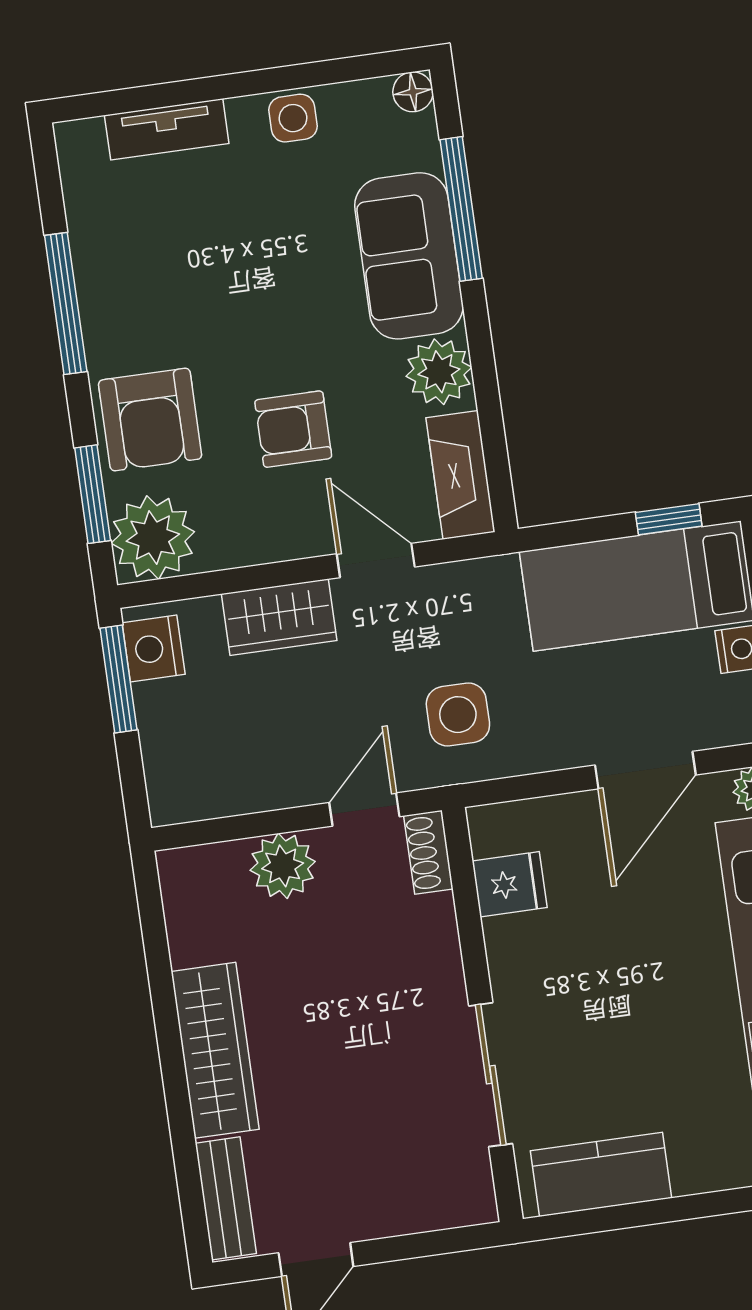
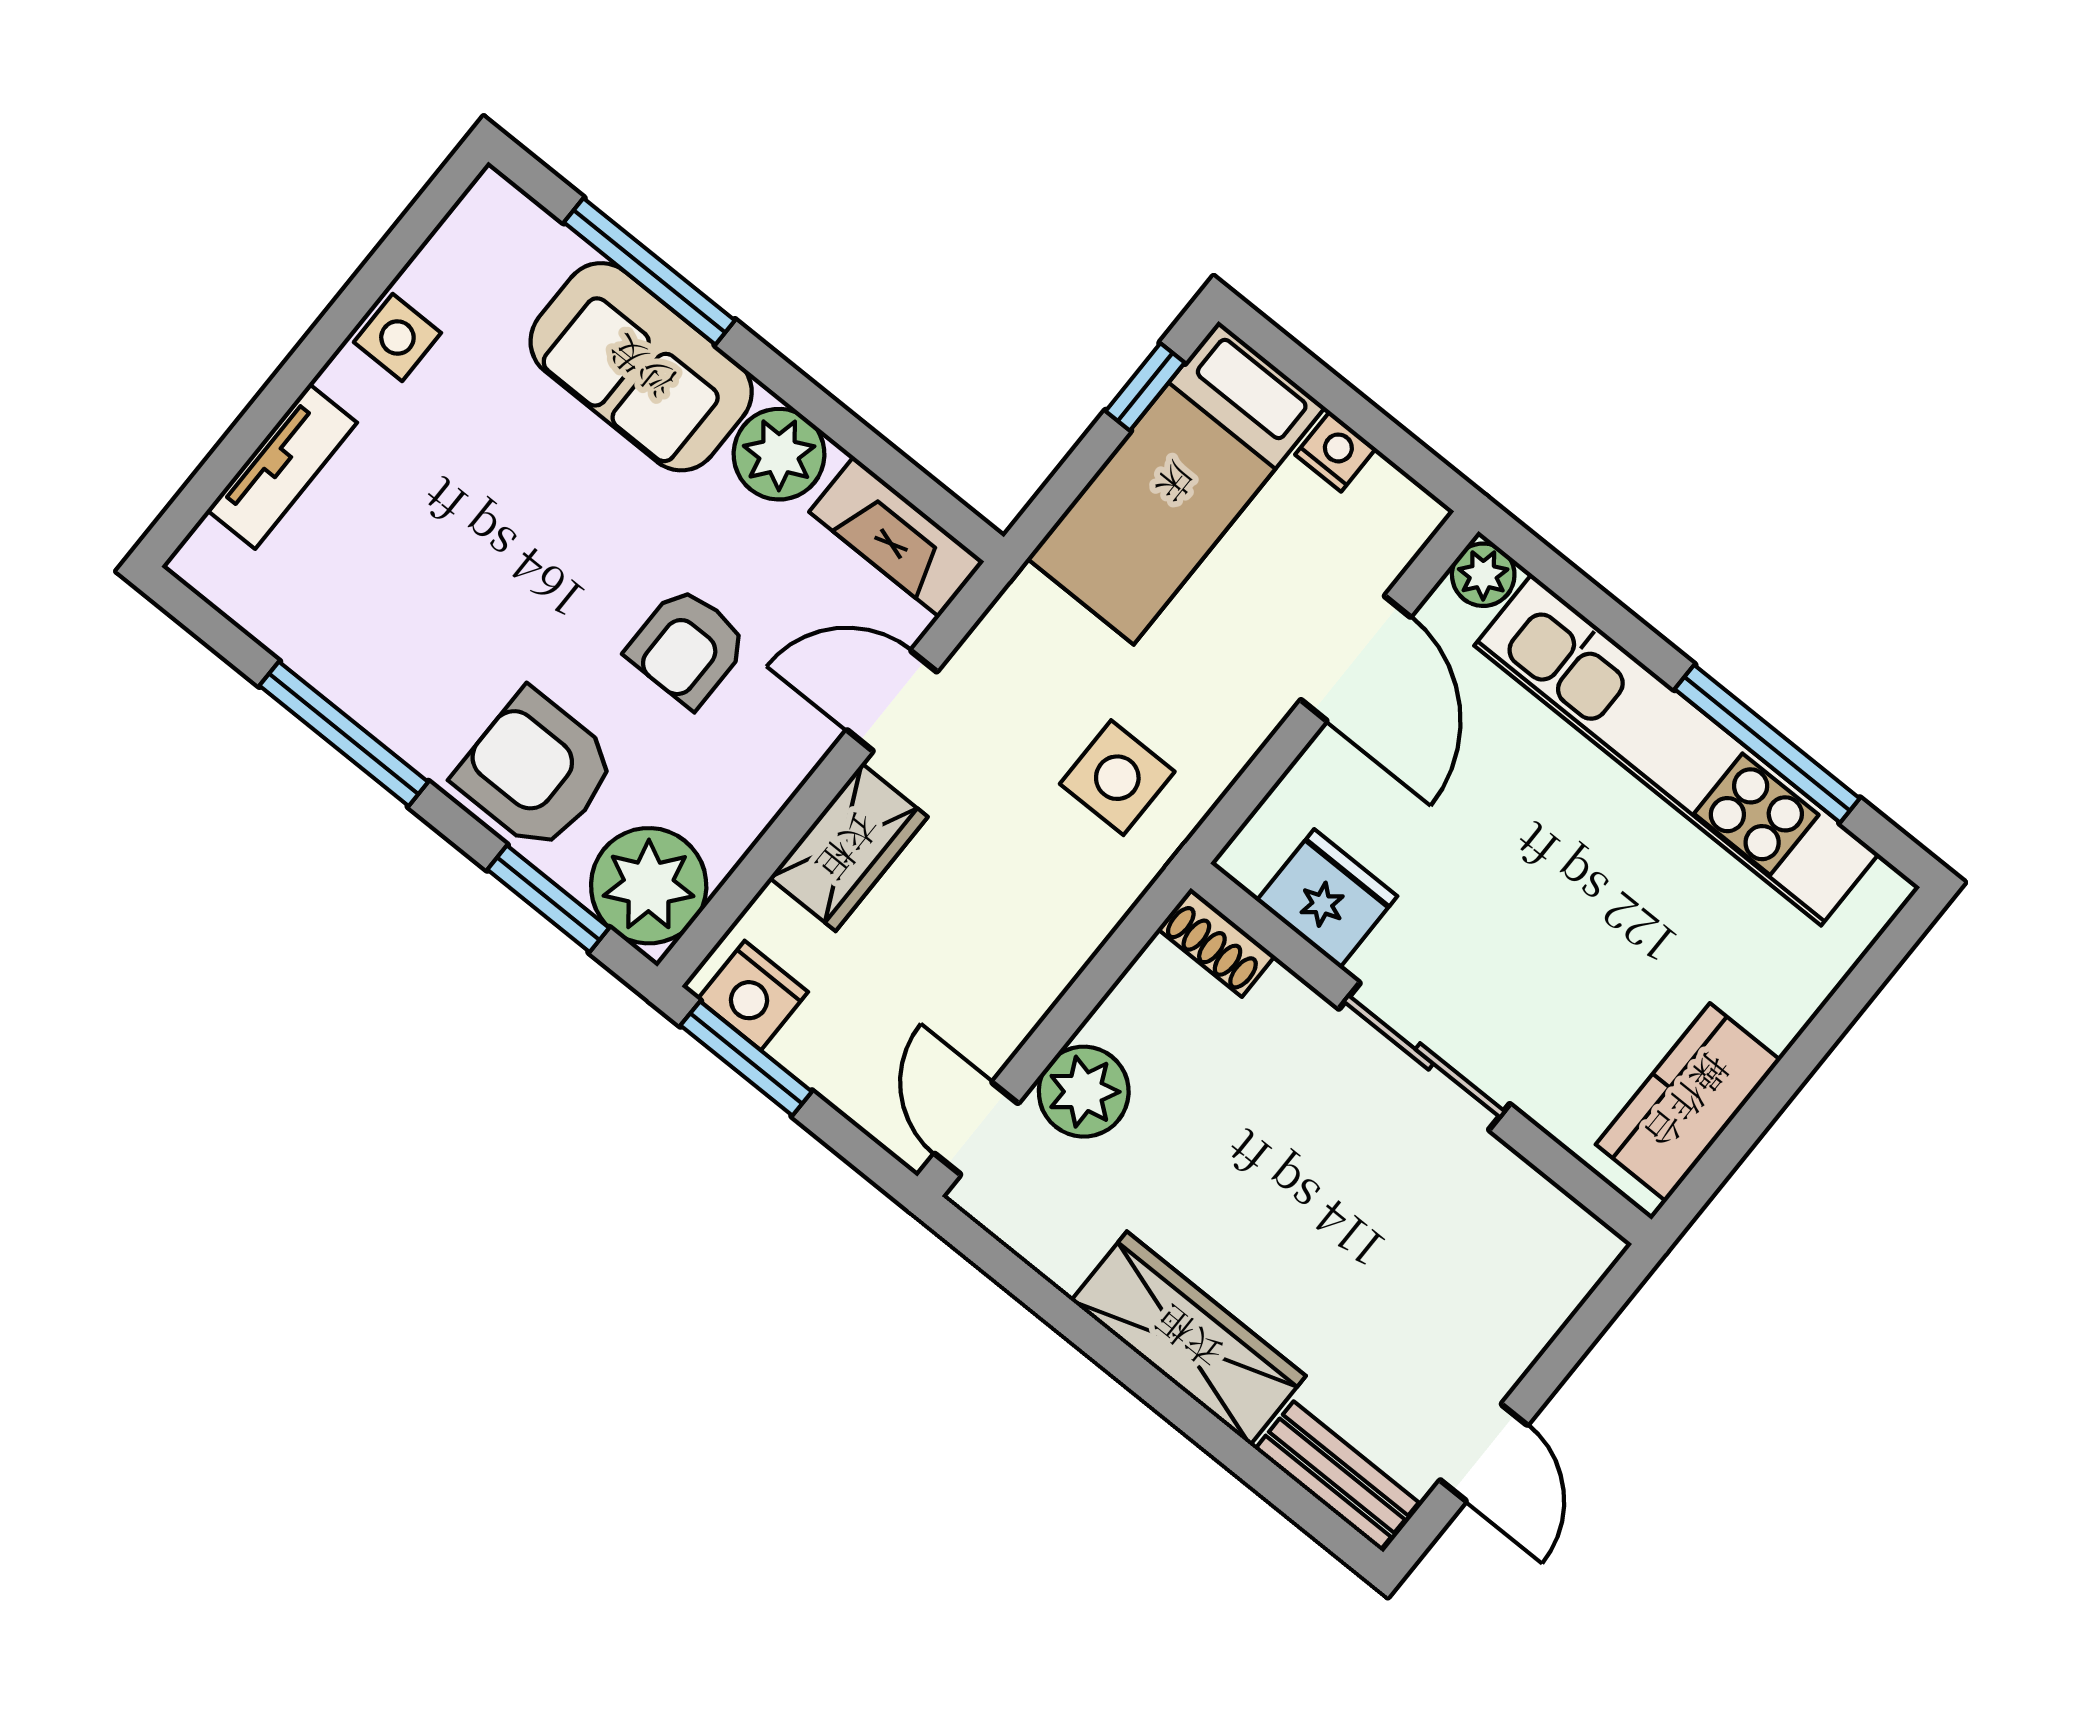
floor lamp: (413, 92) -> (492, 200), removed
armchair: (150, 420) -> (536, 771), turned 180
door: (364, 810) -> (976, 1128), moved
fridge: (510, 884) -> (1327, 899), width x1.38
sliding door: (491, 1075) -> (1424, 1056), moved

